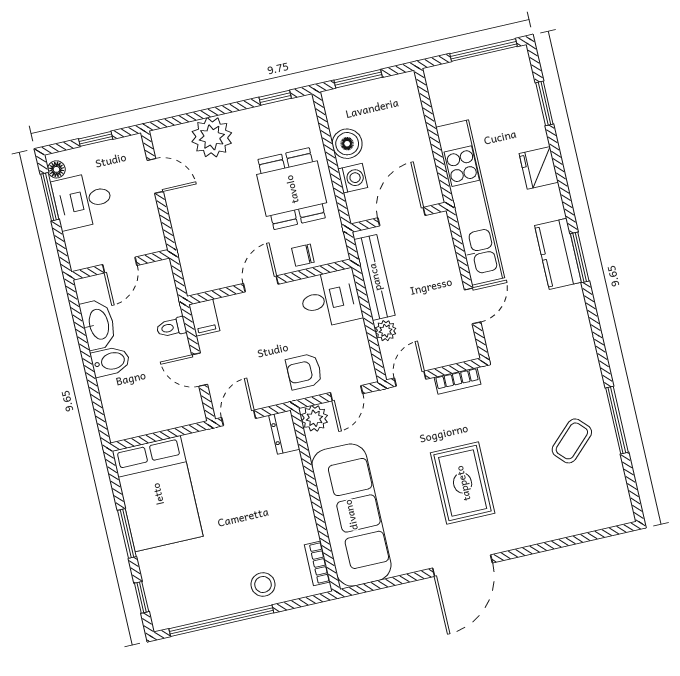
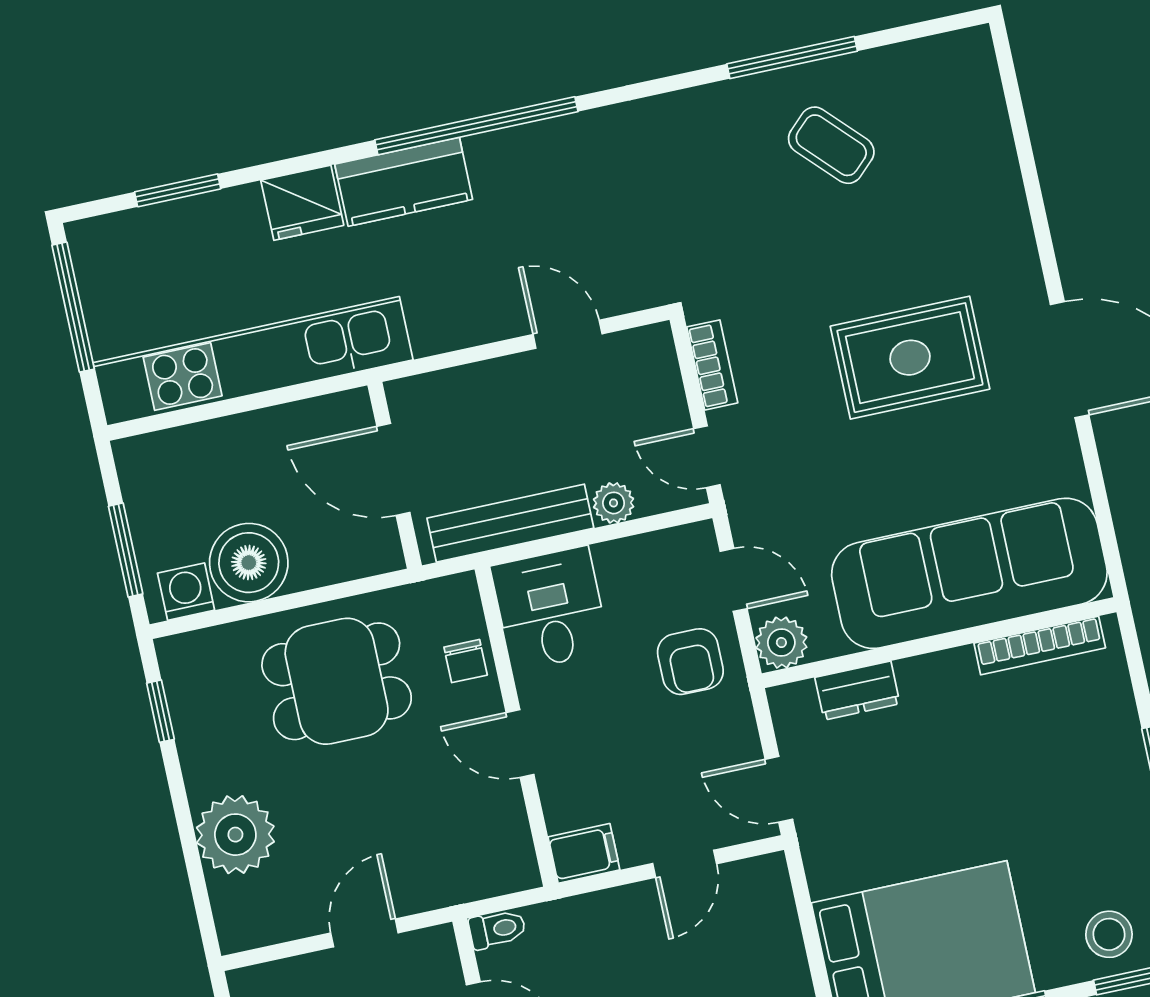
boiler: (347, 144) -> (249, 563), width x1.37, depth x1.37
door: (155, 176) -> (364, 933), moved
washing machine: (353, 178) -> (186, 592), moved
kitchen unit: (470, 203) -> (253, 361), moved
kitchen counter: (558, 254) -> (404, 182), moved
window: (580, 257) -> (476, 126), width x2.11
toilet: (171, 327) -> (497, 929), moved, turned -90
dresser: (284, 432) -> (857, 691), moved
bookcase: (317, 563) -> (1040, 645), width x1.56
stool: (263, 585) -> (1109, 934), moved

